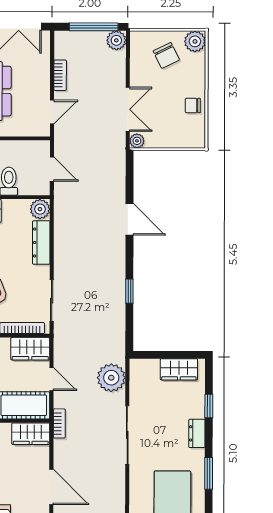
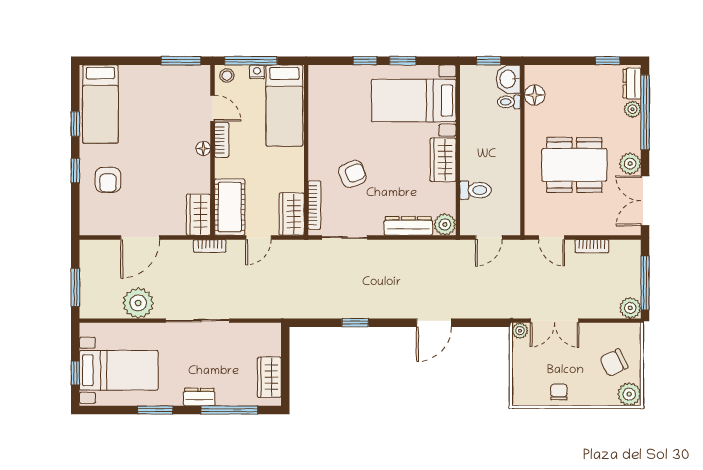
plant: (111, 378) -> (138, 303), moved
window: (209, 406) -> (229, 410), width x2.17

